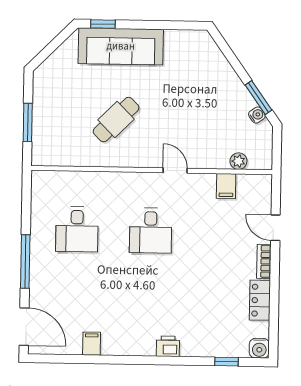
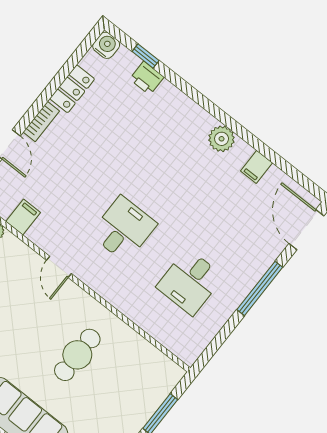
cafe table: (116, 120) -> (77, 355), turned -45
desk: (77, 229) -> (190, 282), turned 180
plant: (131, 345) -> (222, 139), added
printer: (168, 346) -> (147, 78), moved

